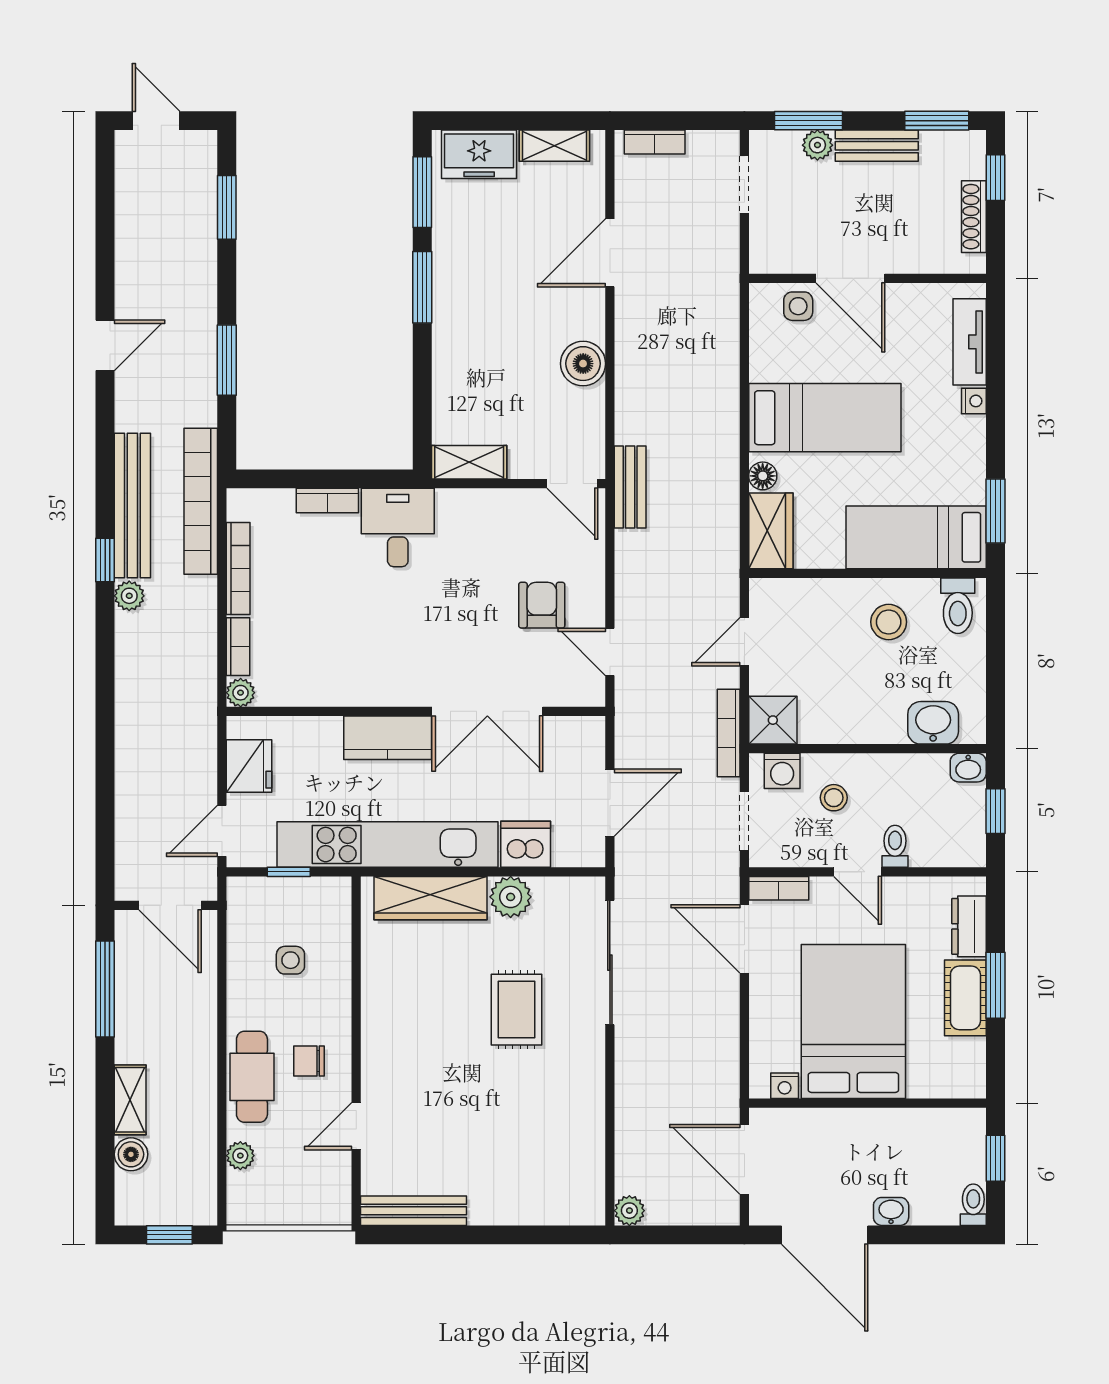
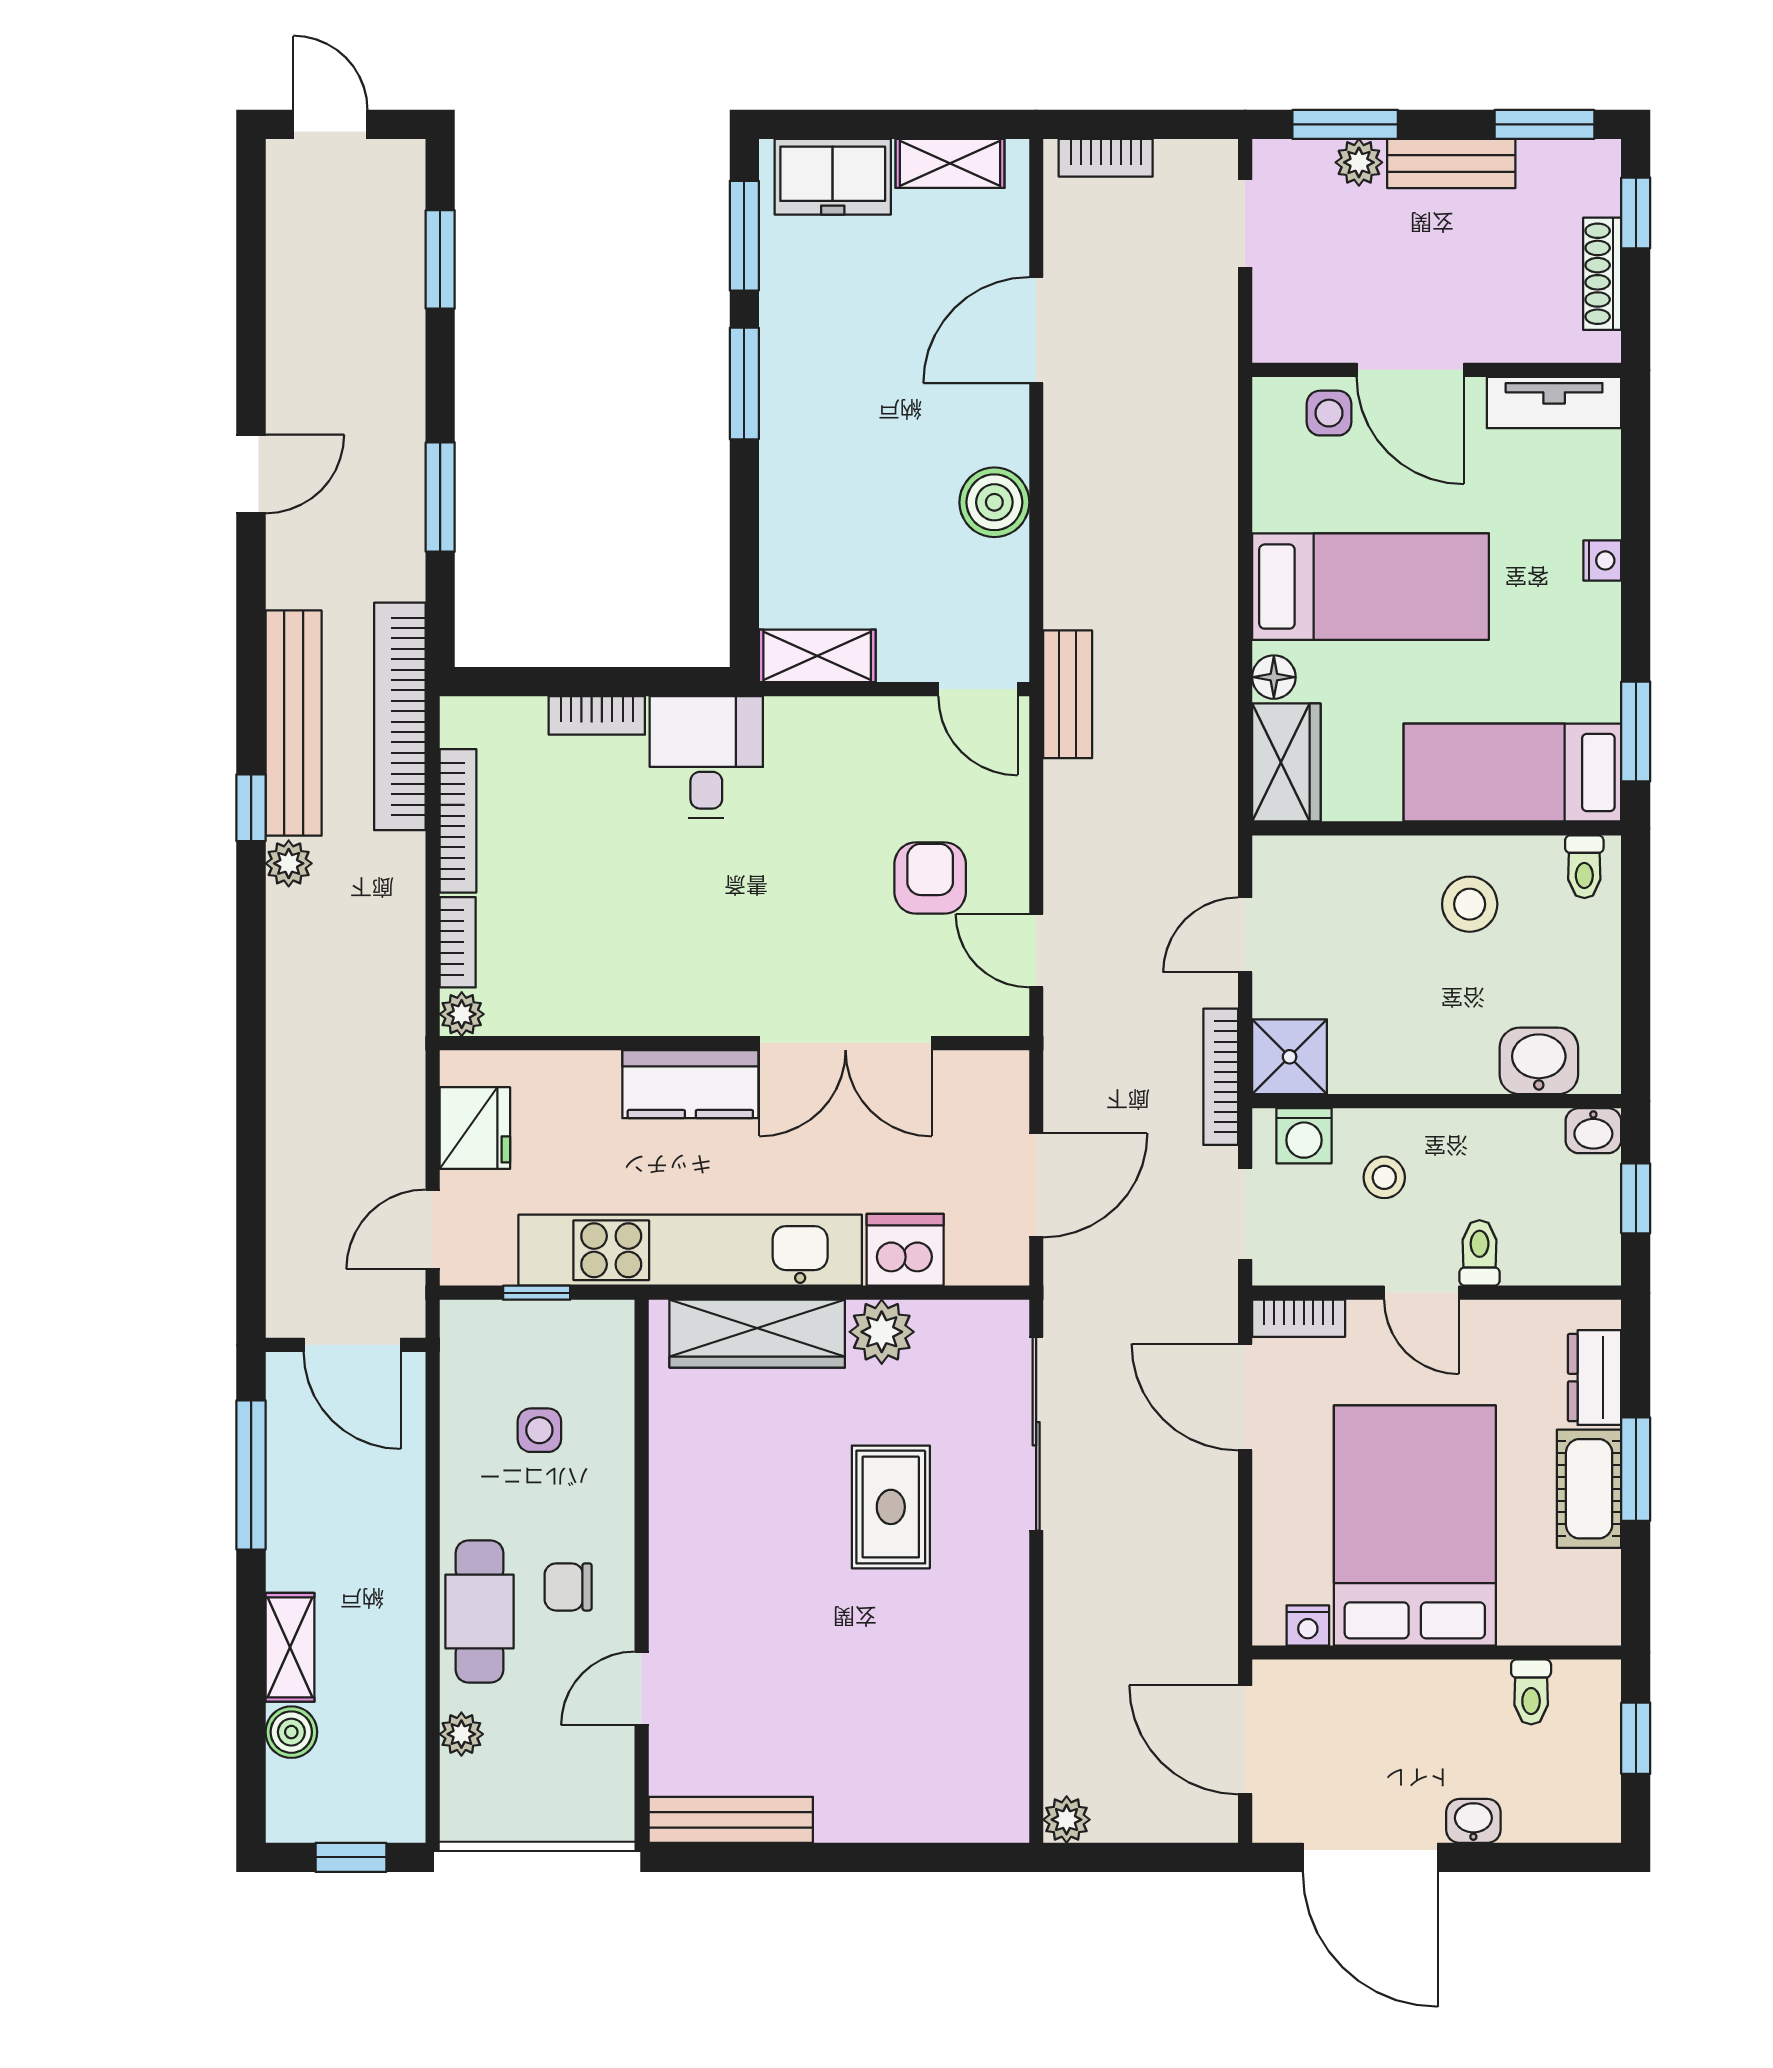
tv unit: (970, 342) -> (1554, 403), moved, turned -90
toilet: (958, 606) -> (1584, 867), width x0.73, depth x0.72
toilet: (973, 1205) -> (1531, 1692), moved, turned 180

